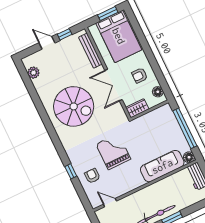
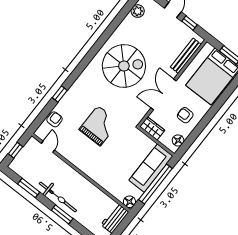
spiral stairs: (74, 106) -> (124, 66), turned -90
sofa: (162, 166) -> (151, 168), moved, turned -90
armchair: (92, 176) -> (55, 119), moved

